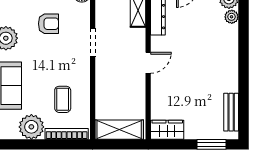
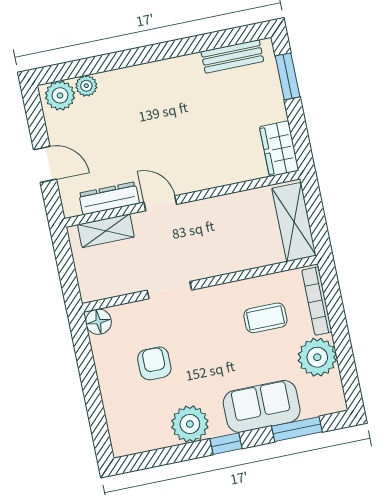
door: (148, 63) -> (160, 203), moved

